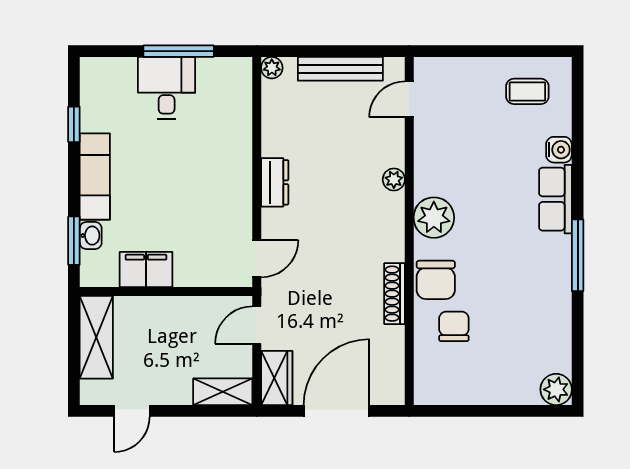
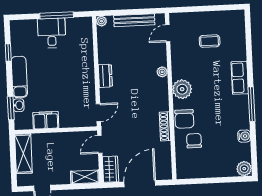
coffee table: (527, 91) -> (210, 41), moved
water cooler: (559, 150) -> (244, 136), moved

